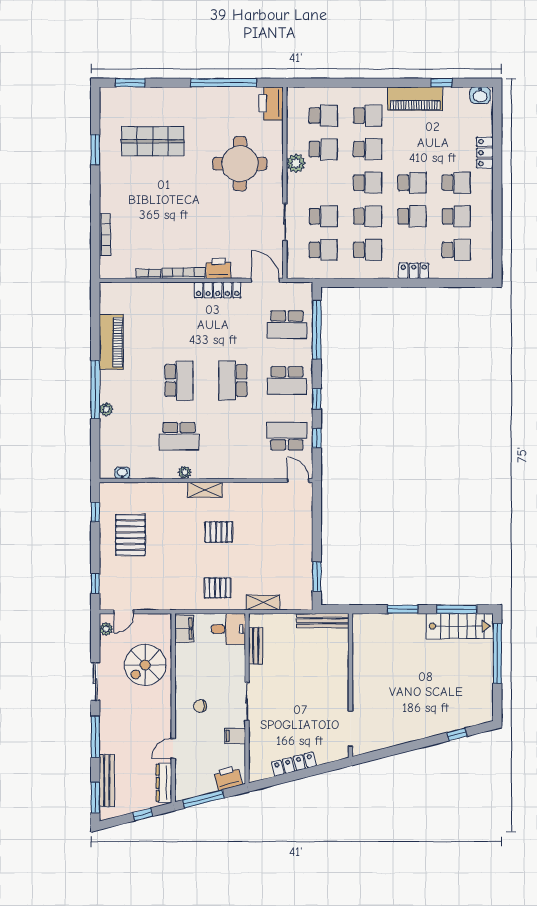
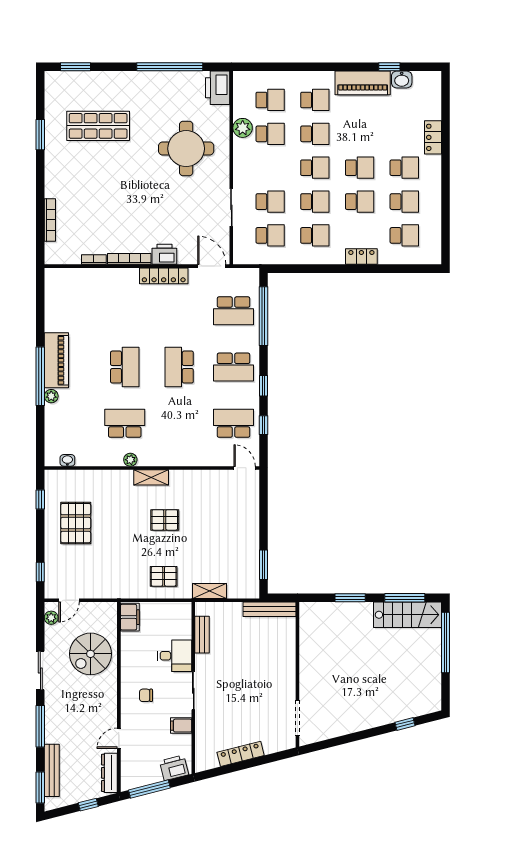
washbasin: (480, 95) -> (402, 79), moved
plant: (296, 163) -> (243, 128), moved
piano: (111, 342) -> (56, 360), moved
school desk: (179, 436) -> (125, 423), turned 180
desk: (229, 629) -> (175, 656), moved

